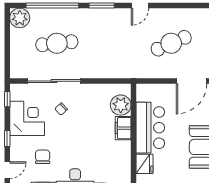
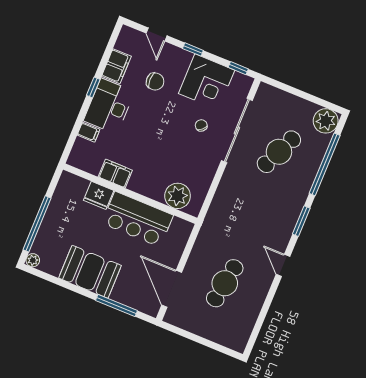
cafe table: (57, 43) -> (279, 152), turned 30
cafe table: (171, 43) -> (225, 283), turned 33
filing cabinet: (123, 128) -> (115, 173), moved

